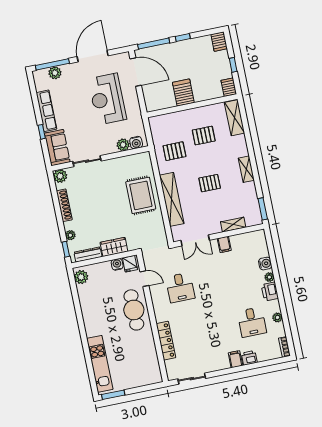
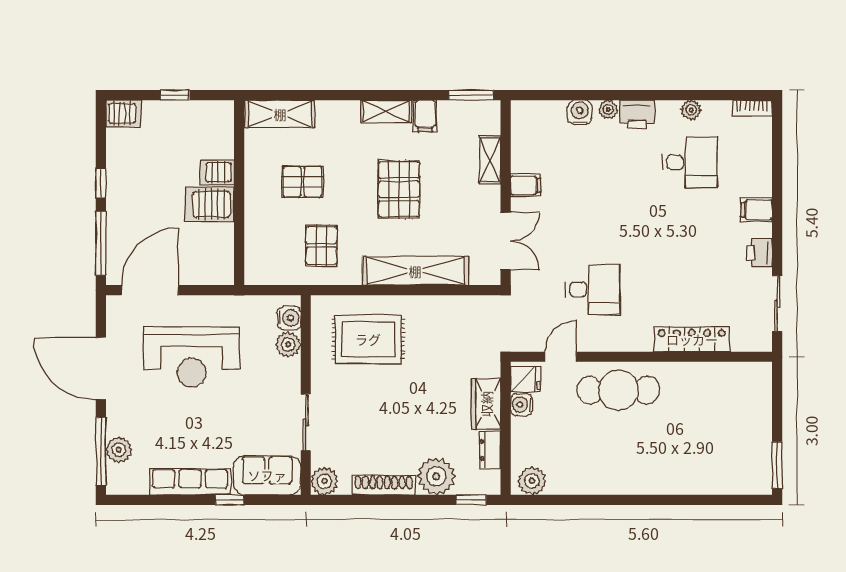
server rack: (229, 87) -> (217, 172), moved
pallet: (204, 136) -> (303, 182), turned 90
pallet: (210, 183) -> (399, 189), width x1.50, depth x1.42
filing cabinet: (248, 189) -> (425, 116), added
rug: (141, 195) -> (368, 339), moved
plant: (70, 235) -> (436, 476), width x1.87, depth x1.87
dresser: (88, 254) -> (490, 450), width x0.70
printer: (249, 358) -> (759, 253), moved
kitchen unit: (100, 364) -> (711, 479), removed

